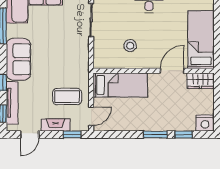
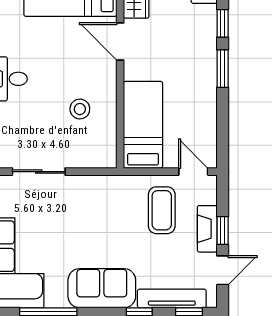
door: (30, 135) -> (223, 270), hinge flipped
window: (72, 135) -> (223, 231), moved

